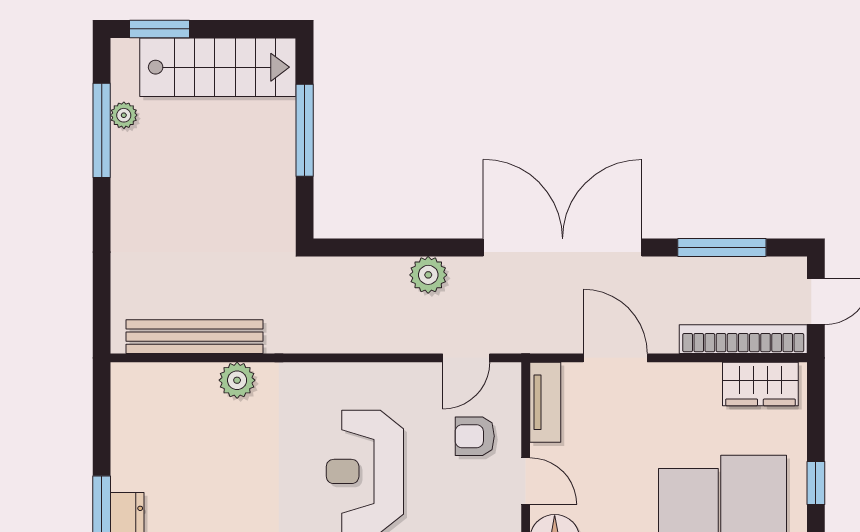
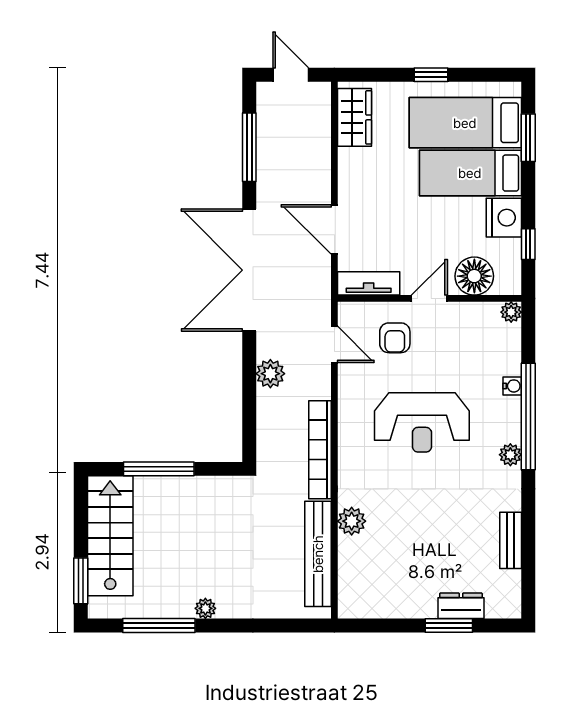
plant: (124, 115) -> (205, 608), moved
bookcase: (743, 339) -> (320, 450), moved
door: (615, 358) -> (334, 229), hinge flipped

